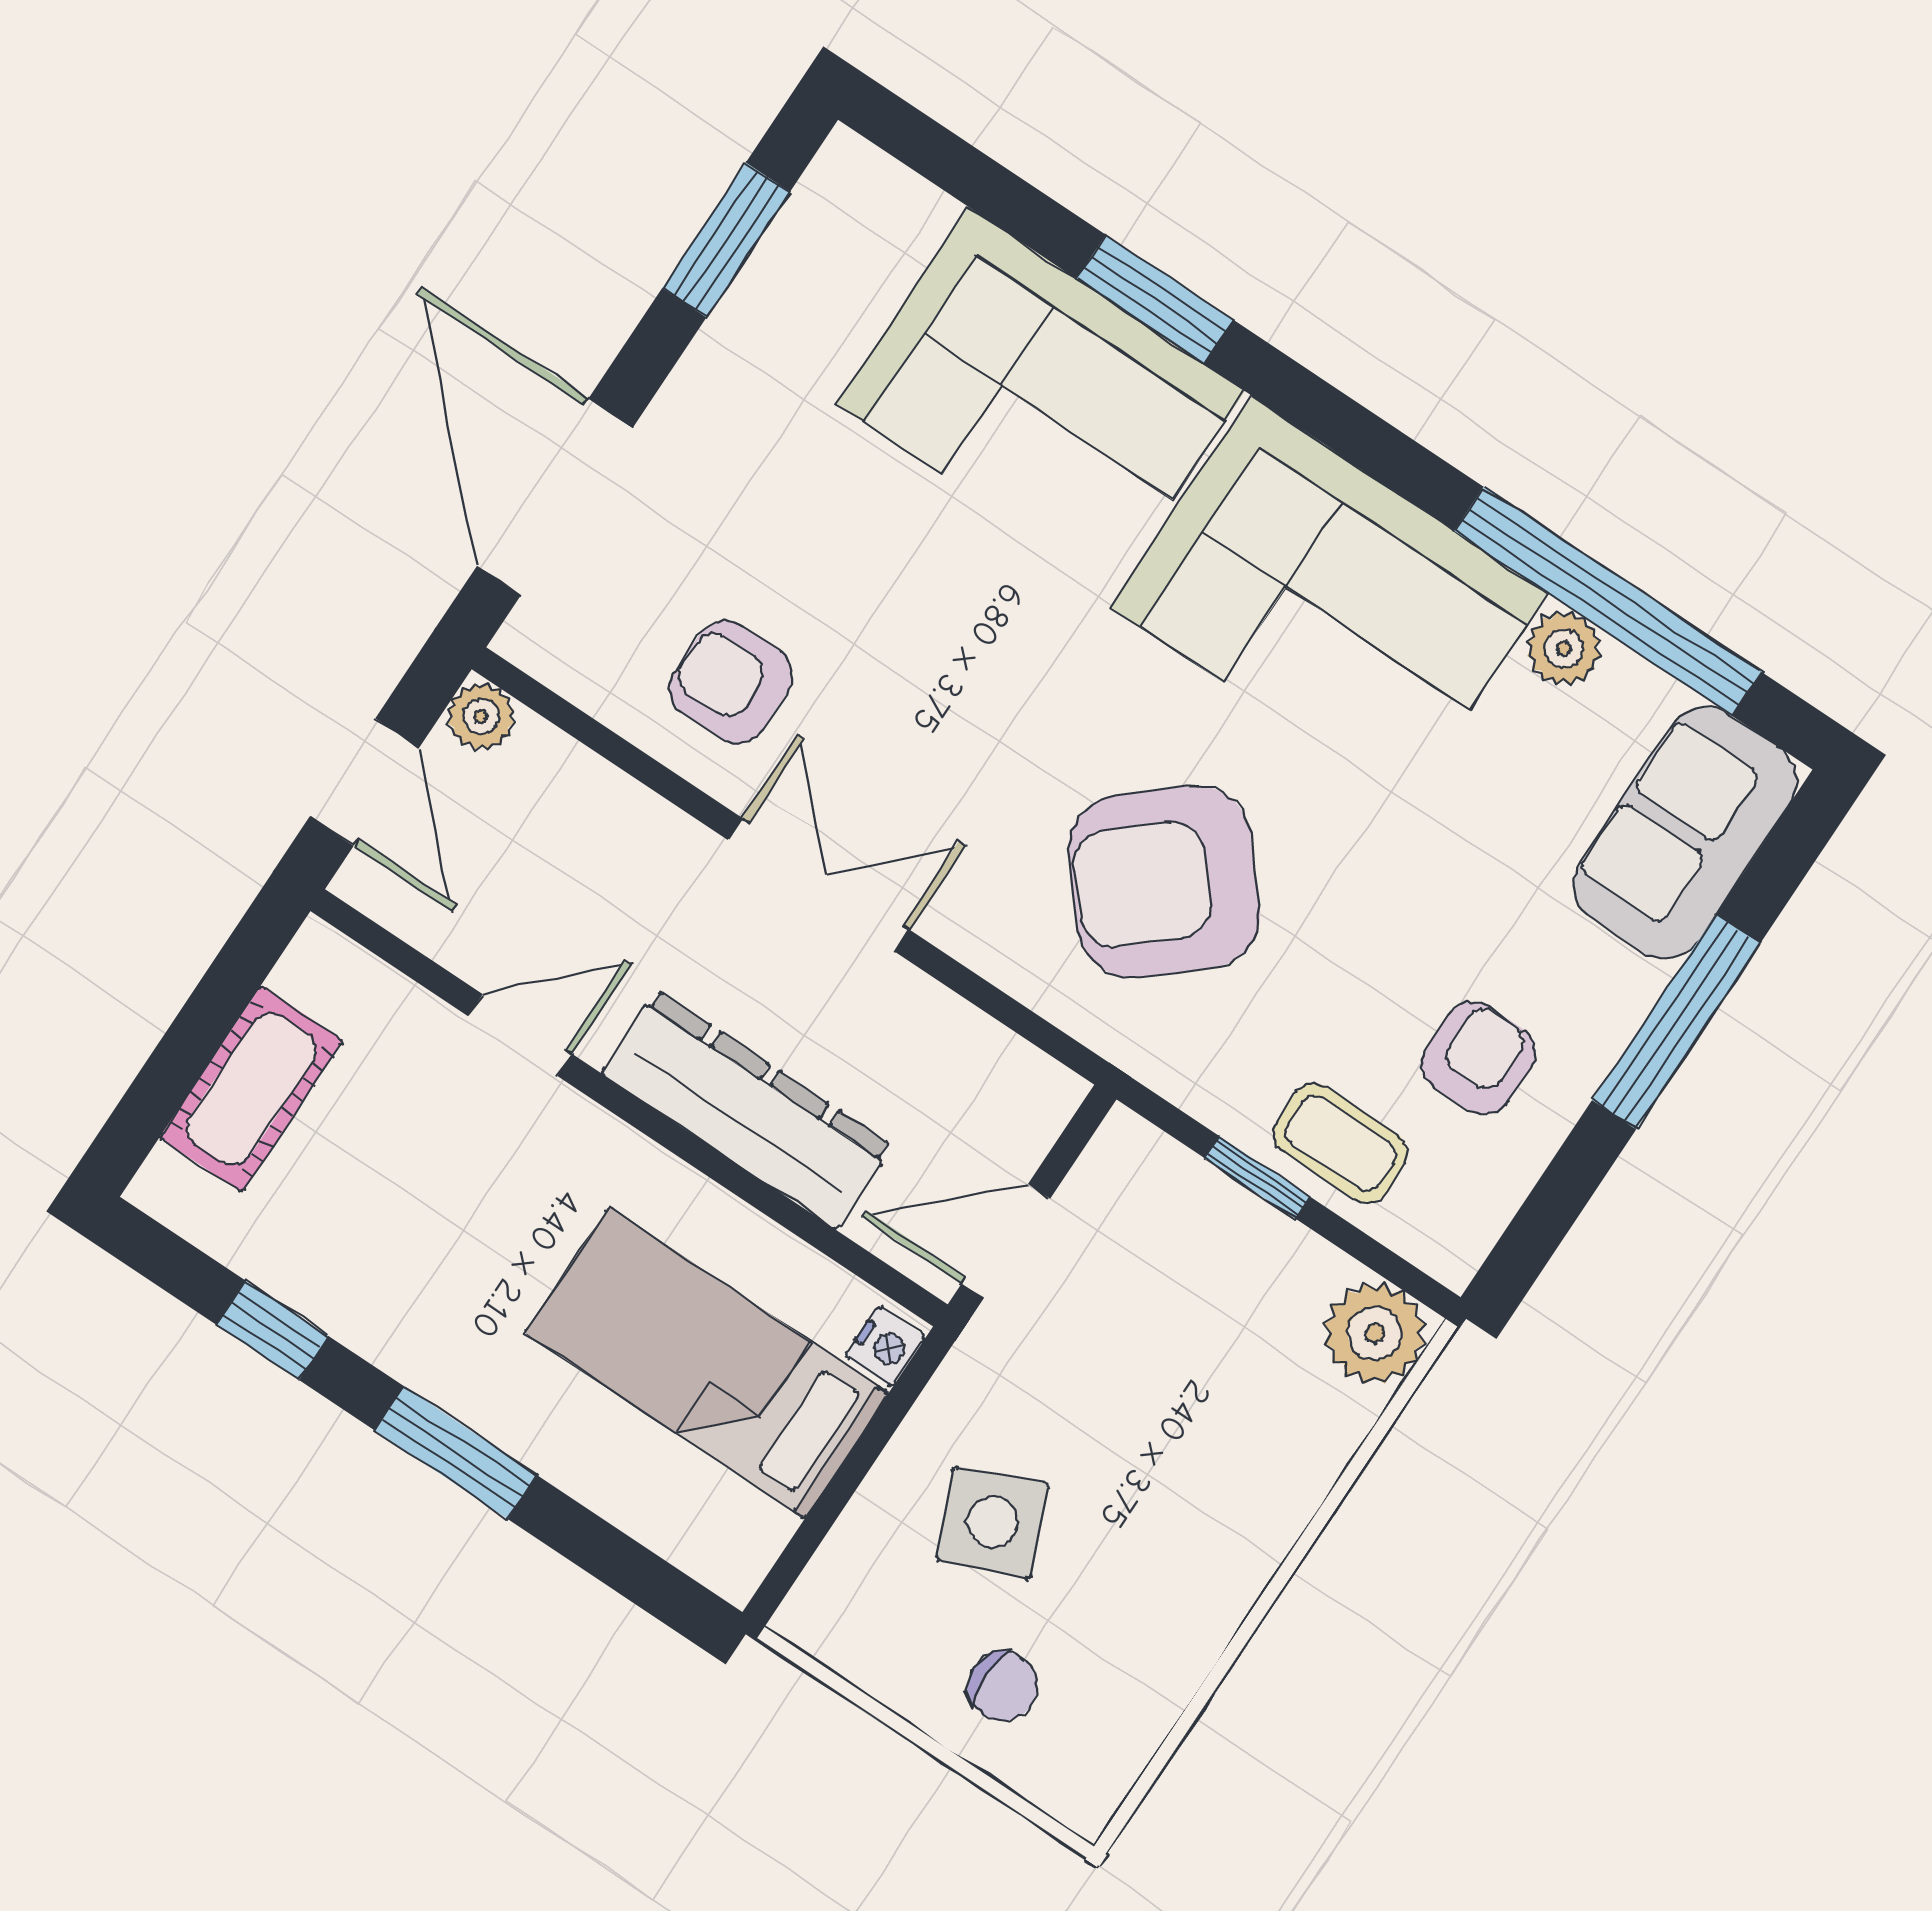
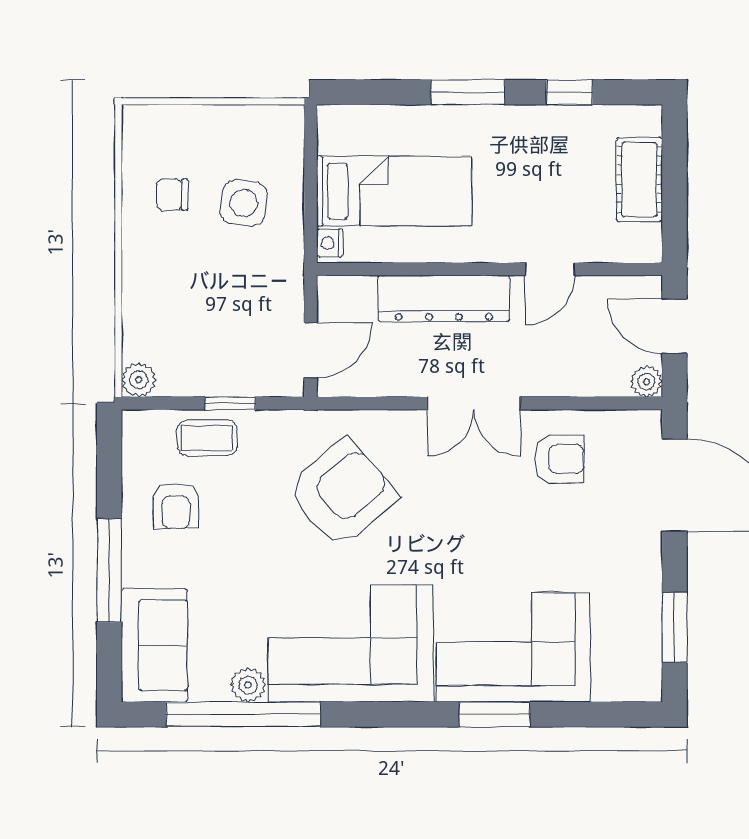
door: (1006, 1241) -> (311, 350), moved
plant: (1375, 1333) -> (139, 380), width x0.73, depth x0.73
side table: (993, 1522) -> (244, 203), turned 31
chair: (1003, 1686) -> (172, 195), moved

